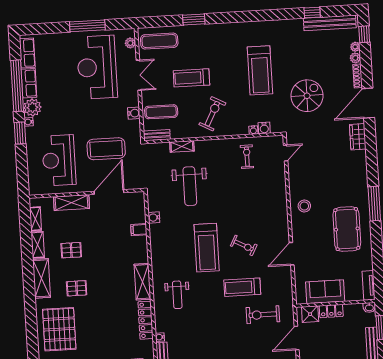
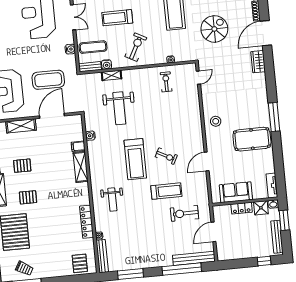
water cooler: (264, 128) -> (107, 65), moved
pool table: (347, 229) -> (252, 139), turned 90
shelving: (142, 282) -> (81, 167), moved
treadmill: (242, 287) -> (166, 191), turned 180
shower: (310, 314) -> (261, 208), moved

